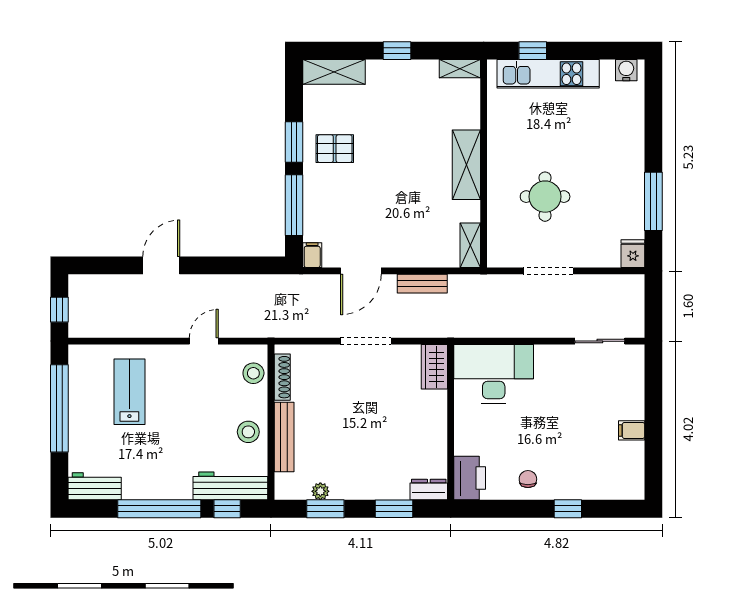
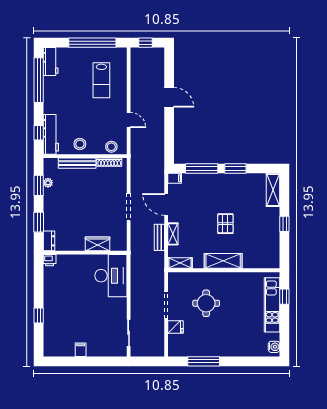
shelving: (460, 69) -> (173, 234), moved
pallet: (335, 149) -> (225, 224), moved
fridge: (633, 254) -> (176, 327), moved
wardrobe: (434, 367) -> (97, 244), moved
lab bench: (129, 392) -> (101, 80), turned 90
printer: (470, 478) -> (50, 260), width x0.53, depth x0.68
chair: (528, 479) -> (55, 294), removed
window: (159, 509) -> (39, 80), moved

